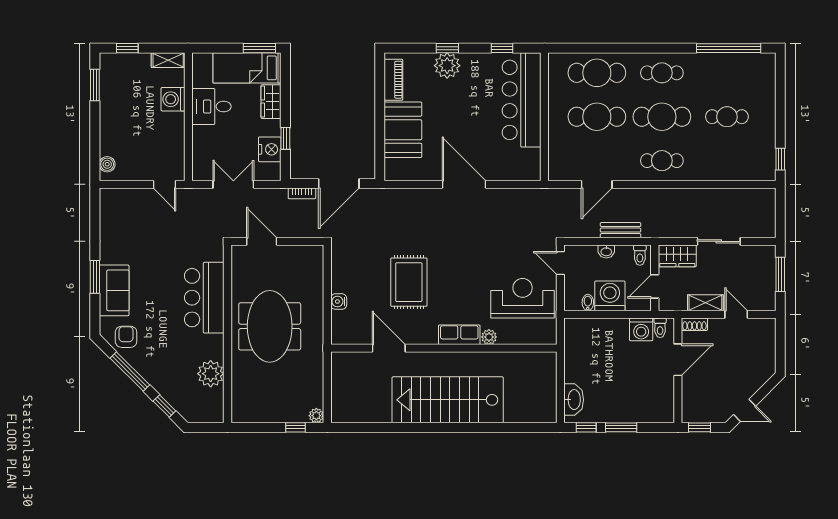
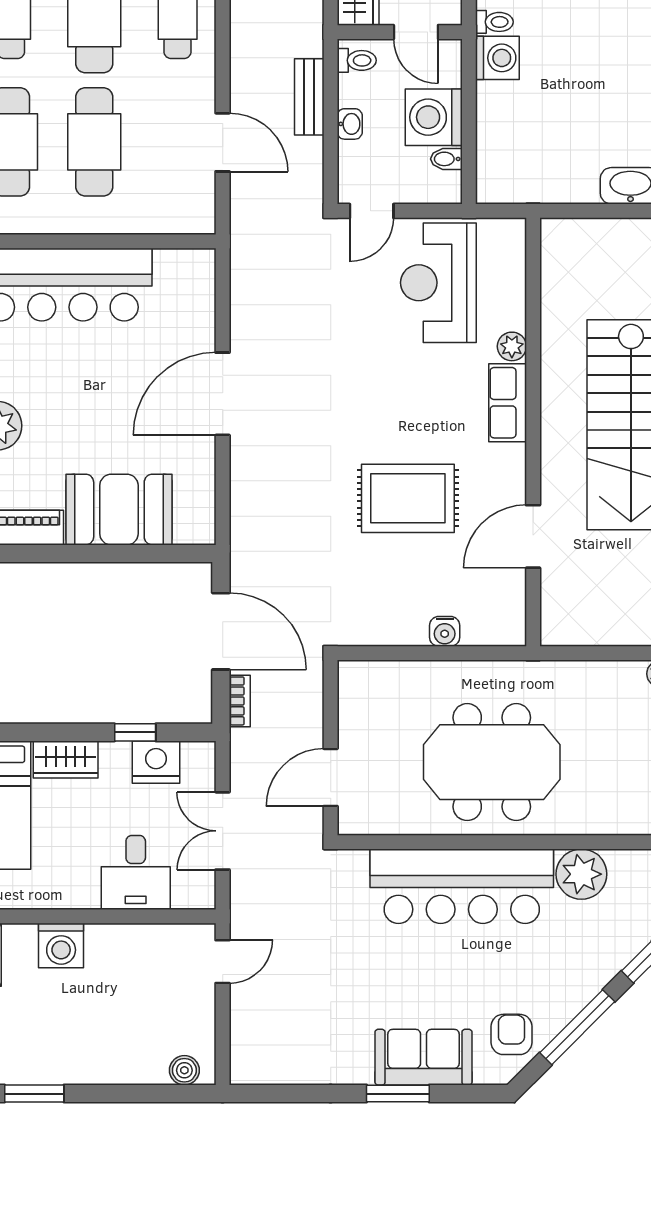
desk: (211, 106) -> (136, 872), moved
bar counter: (204, 298) -> (462, 886), width x1.36
armchair: (126, 337) -> (512, 1034), turned 90

